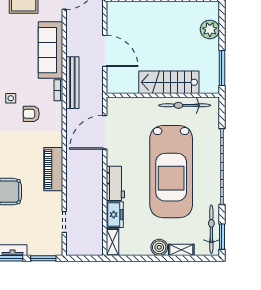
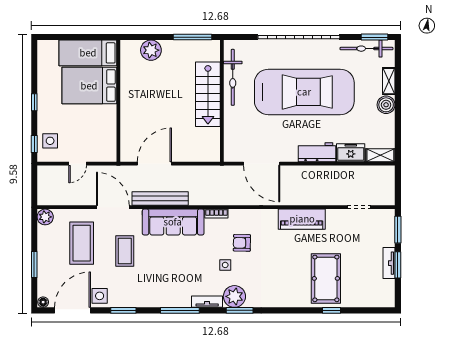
door: (105, 51) -> (154, 164), moved
bench: (72, 83) -> (160, 199), moved
armchair: (31, 114) -> (242, 243), turned 91

